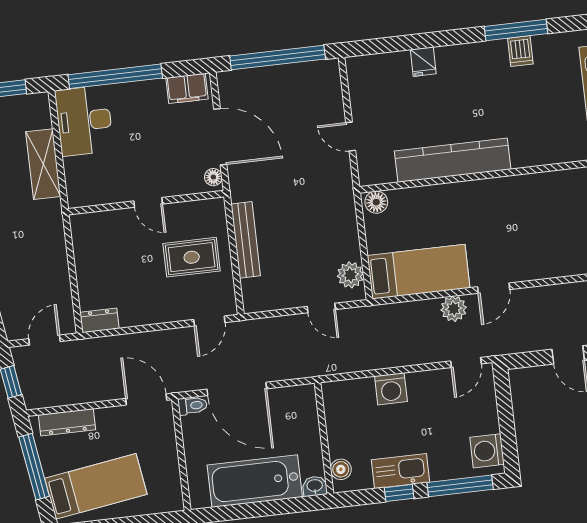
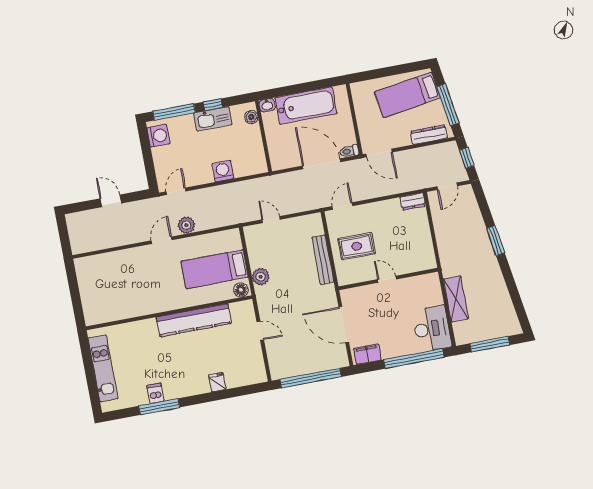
floor lamp: (213, 177) -> (346, 298), removed
bed: (419, 272) -> (215, 269), moved
plant: (350, 275) -> (261, 277), moved

